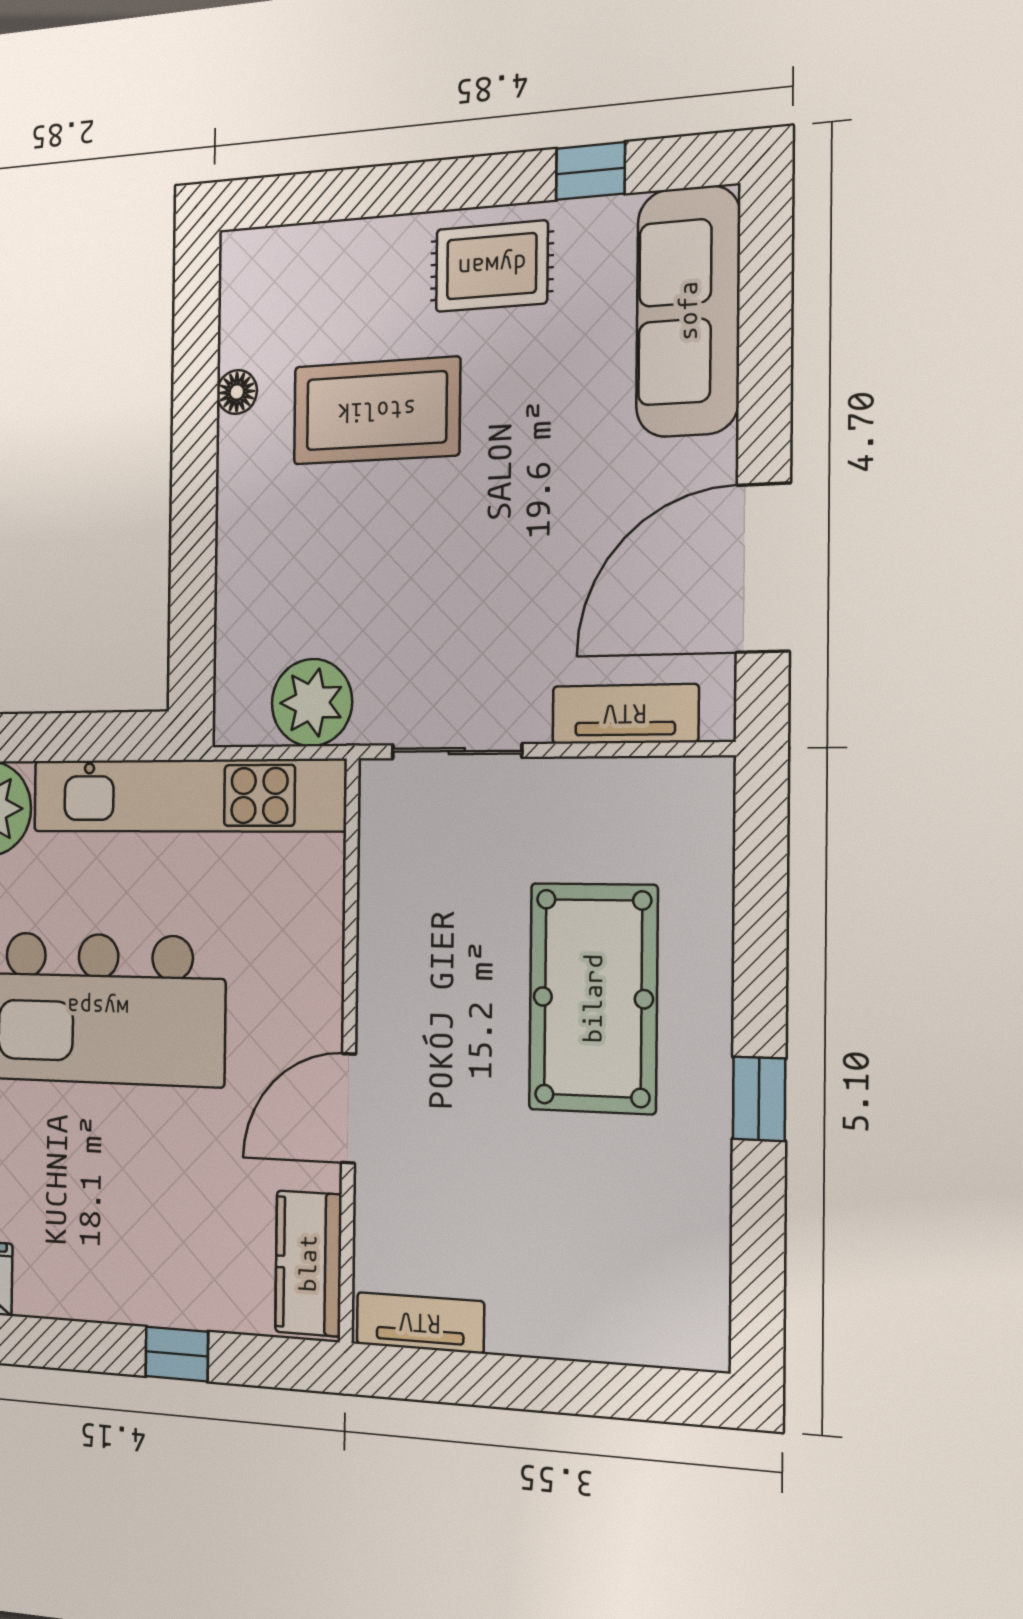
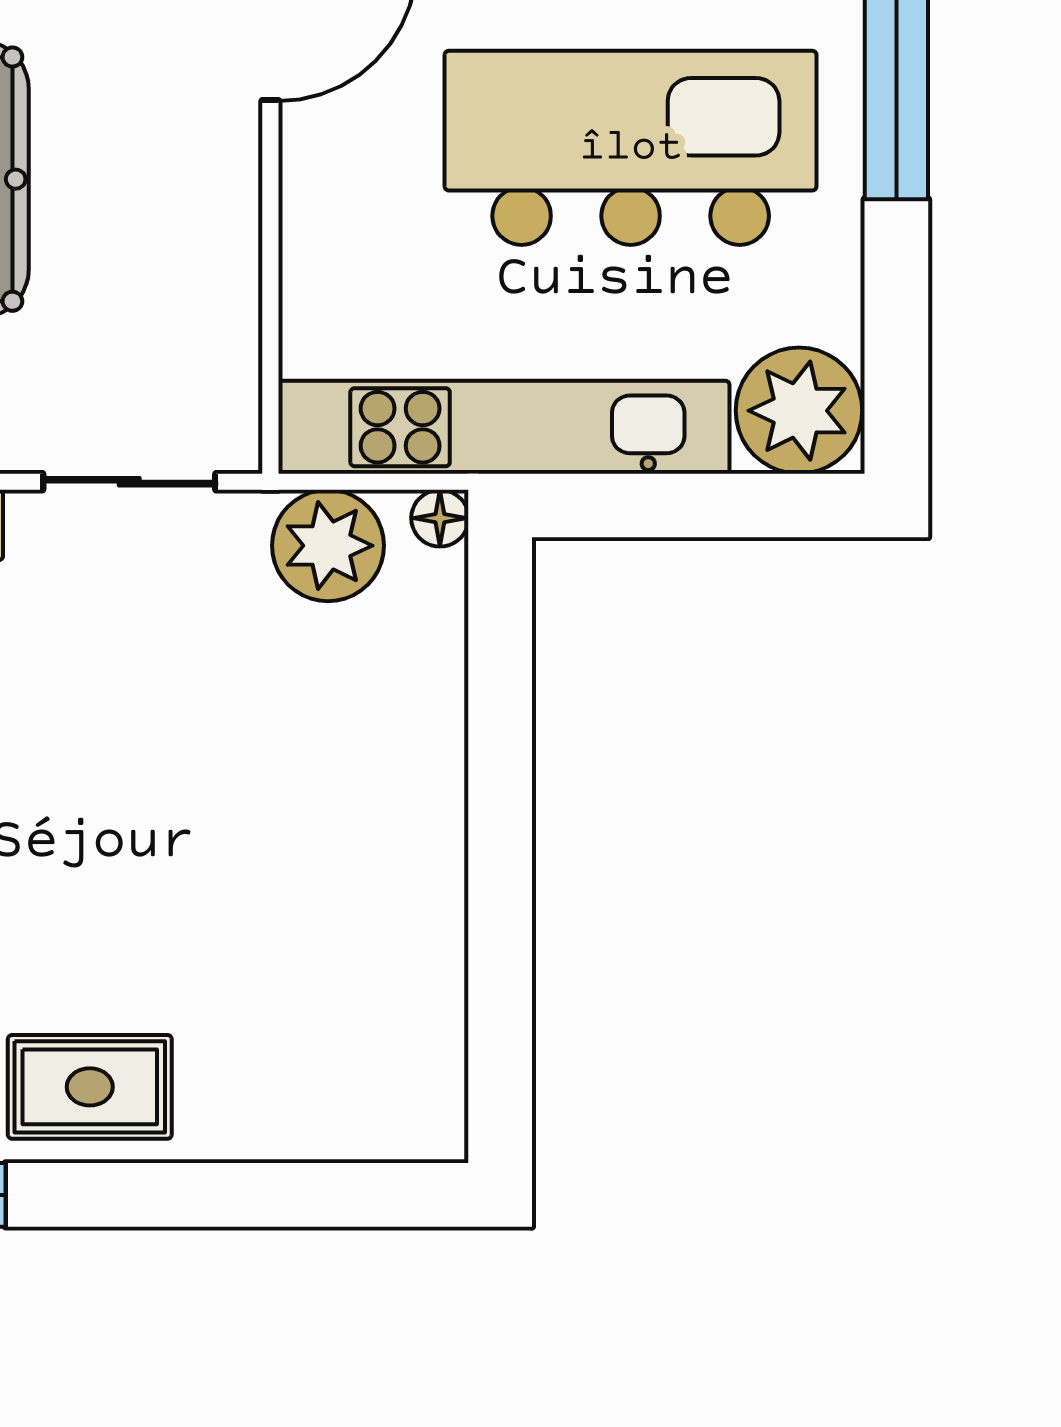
floor lamp: (237, 392) -> (440, 518), moved
coffee table: (376, 411) -> (243, 914), removed

